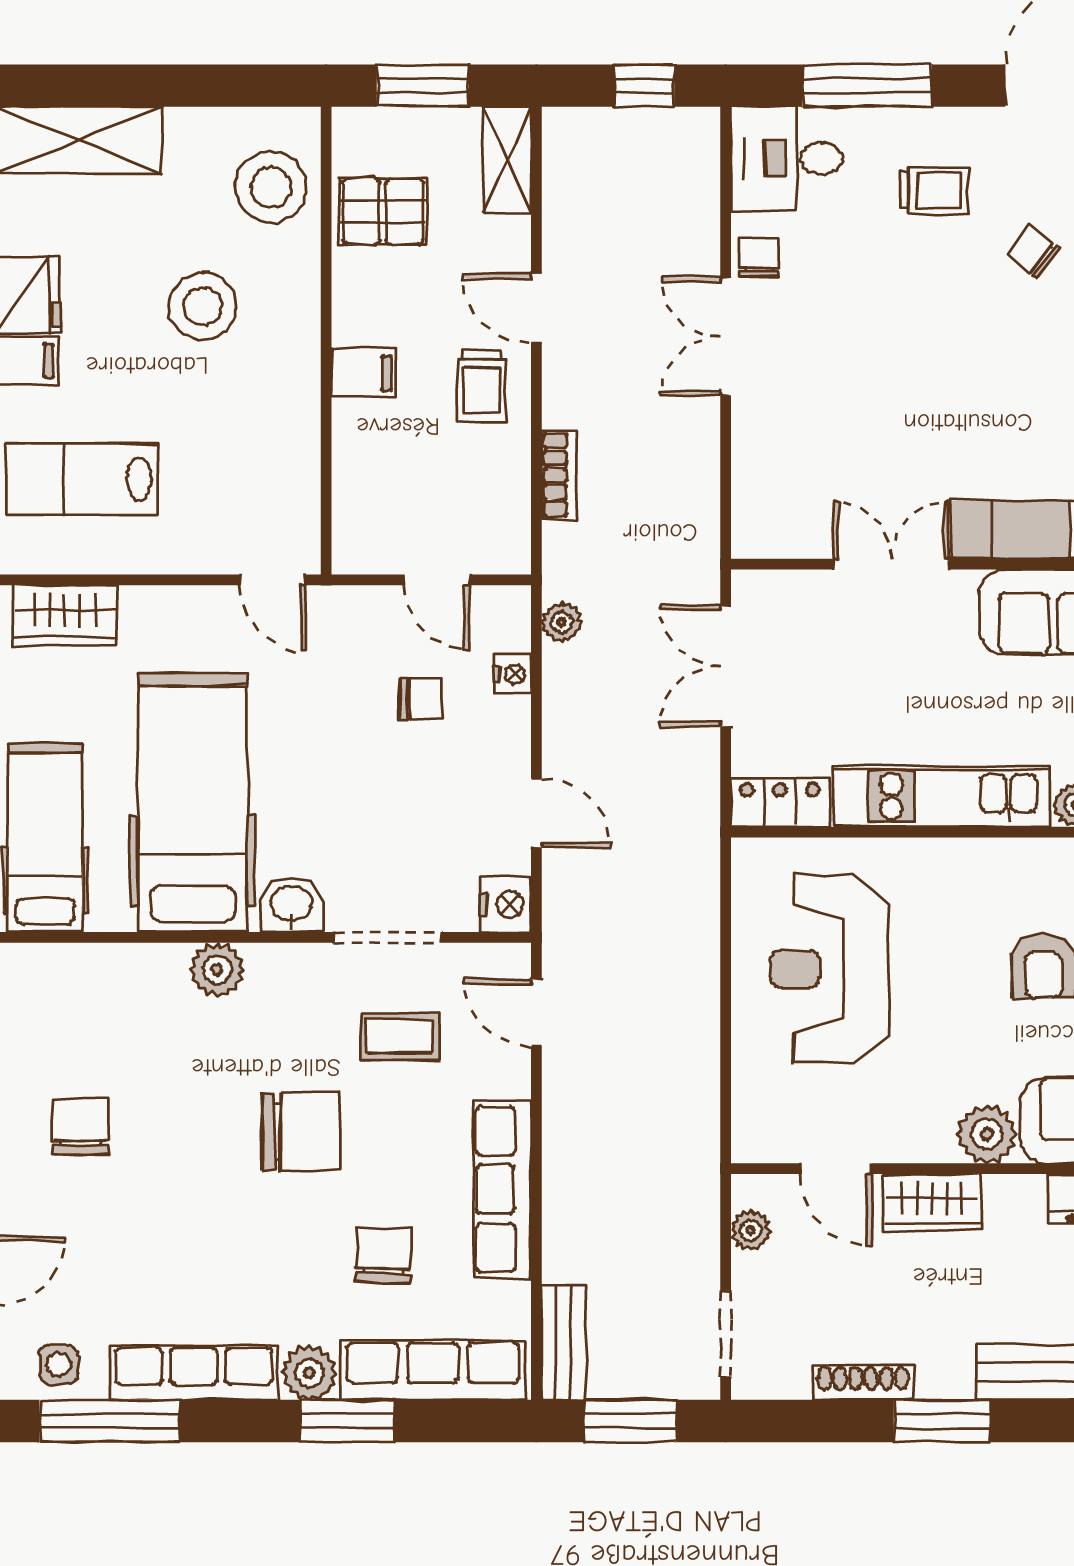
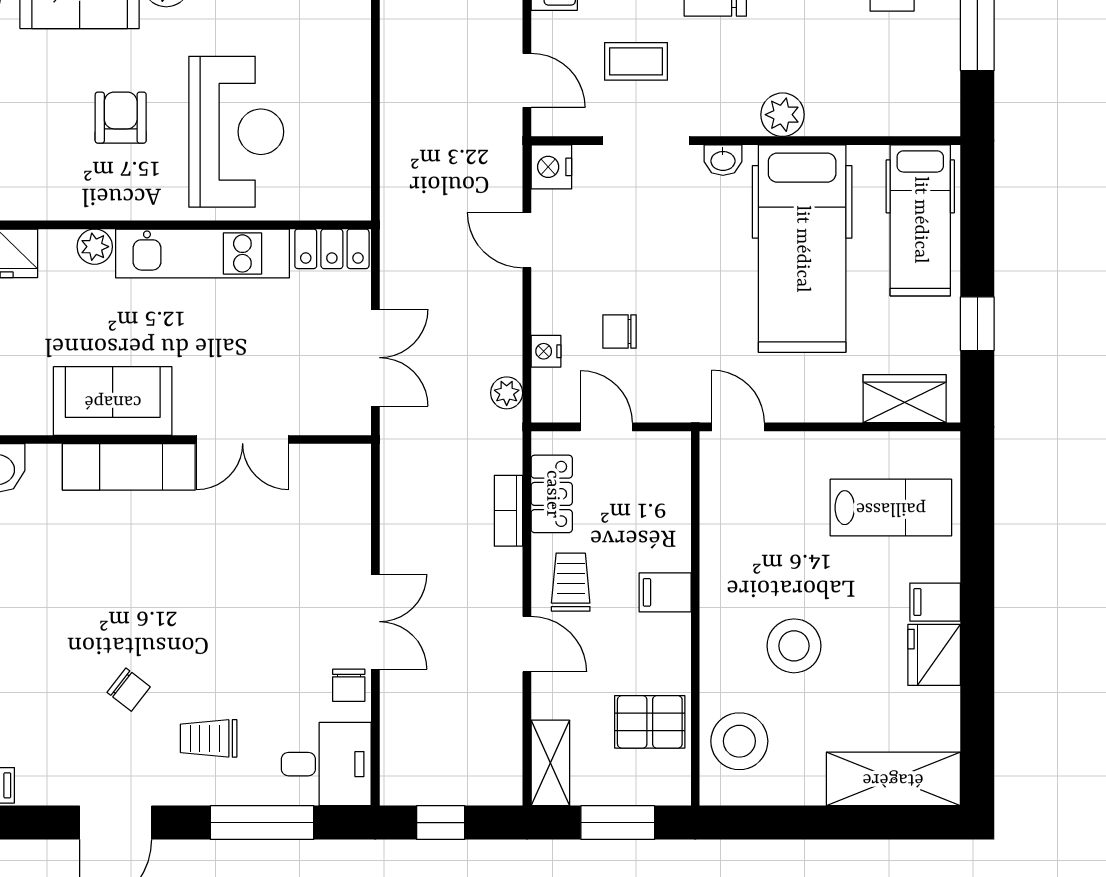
locker: (505, 496) -> (552, 494), added
washbasin: (291, 905) -> (723, 160), width x0.72, depth x0.69
reception desk: (829, 969) -> (236, 132), moved

